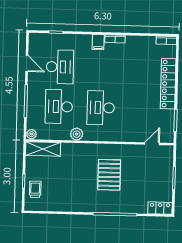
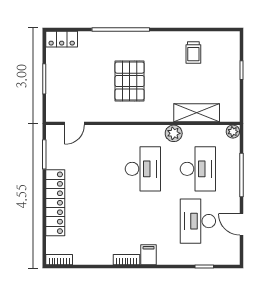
shelving: (43, 149) -> (197, 113), moved
trolley: (35, 189) -> (193, 53), moved

